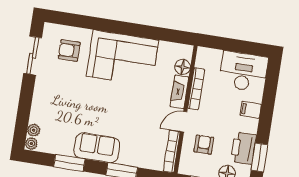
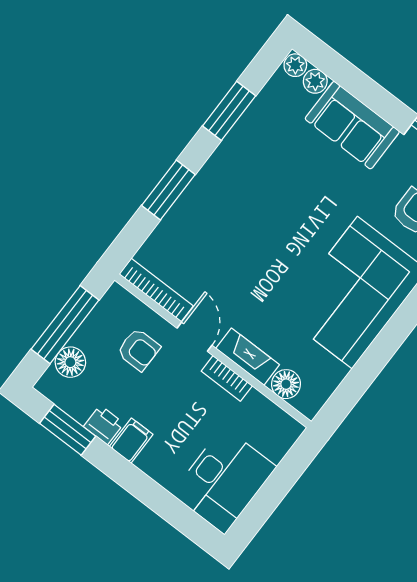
bookcase: (196, 89) -> (227, 378), width x0.64
filing cabinet: (251, 110) -> (131, 441), moved
sofa: (97, 148) -> (352, 125), moved, turned 90
printer: (243, 148) -> (104, 425), width x0.53, depth x0.68

